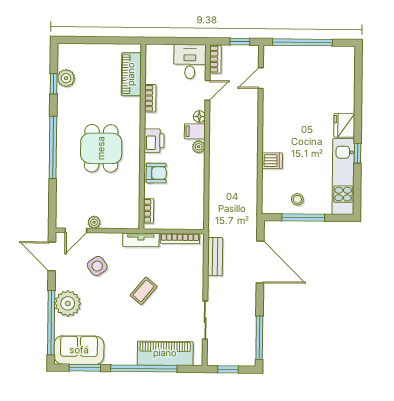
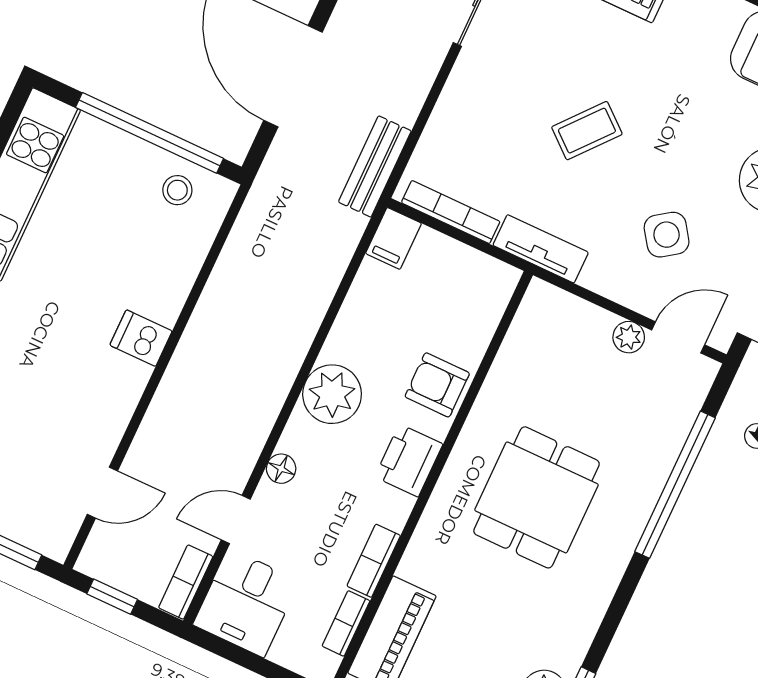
filing cabinet: (195, 131) -> (394, 238), moved, turned 90
window: (53, 147) -> (675, 485), moved
plant: (199, 147) -> (332, 394), width x1.88, depth x1.88
dishwasher: (272, 161) -> (141, 338), moved
stool: (297, 199) -> (177, 190), moved
bookcase: (148, 211) -> (346, 623), moved
window: (303, 217) -> (150, 133), width x1.46
bench: (215, 257) -> (375, 166), moved

